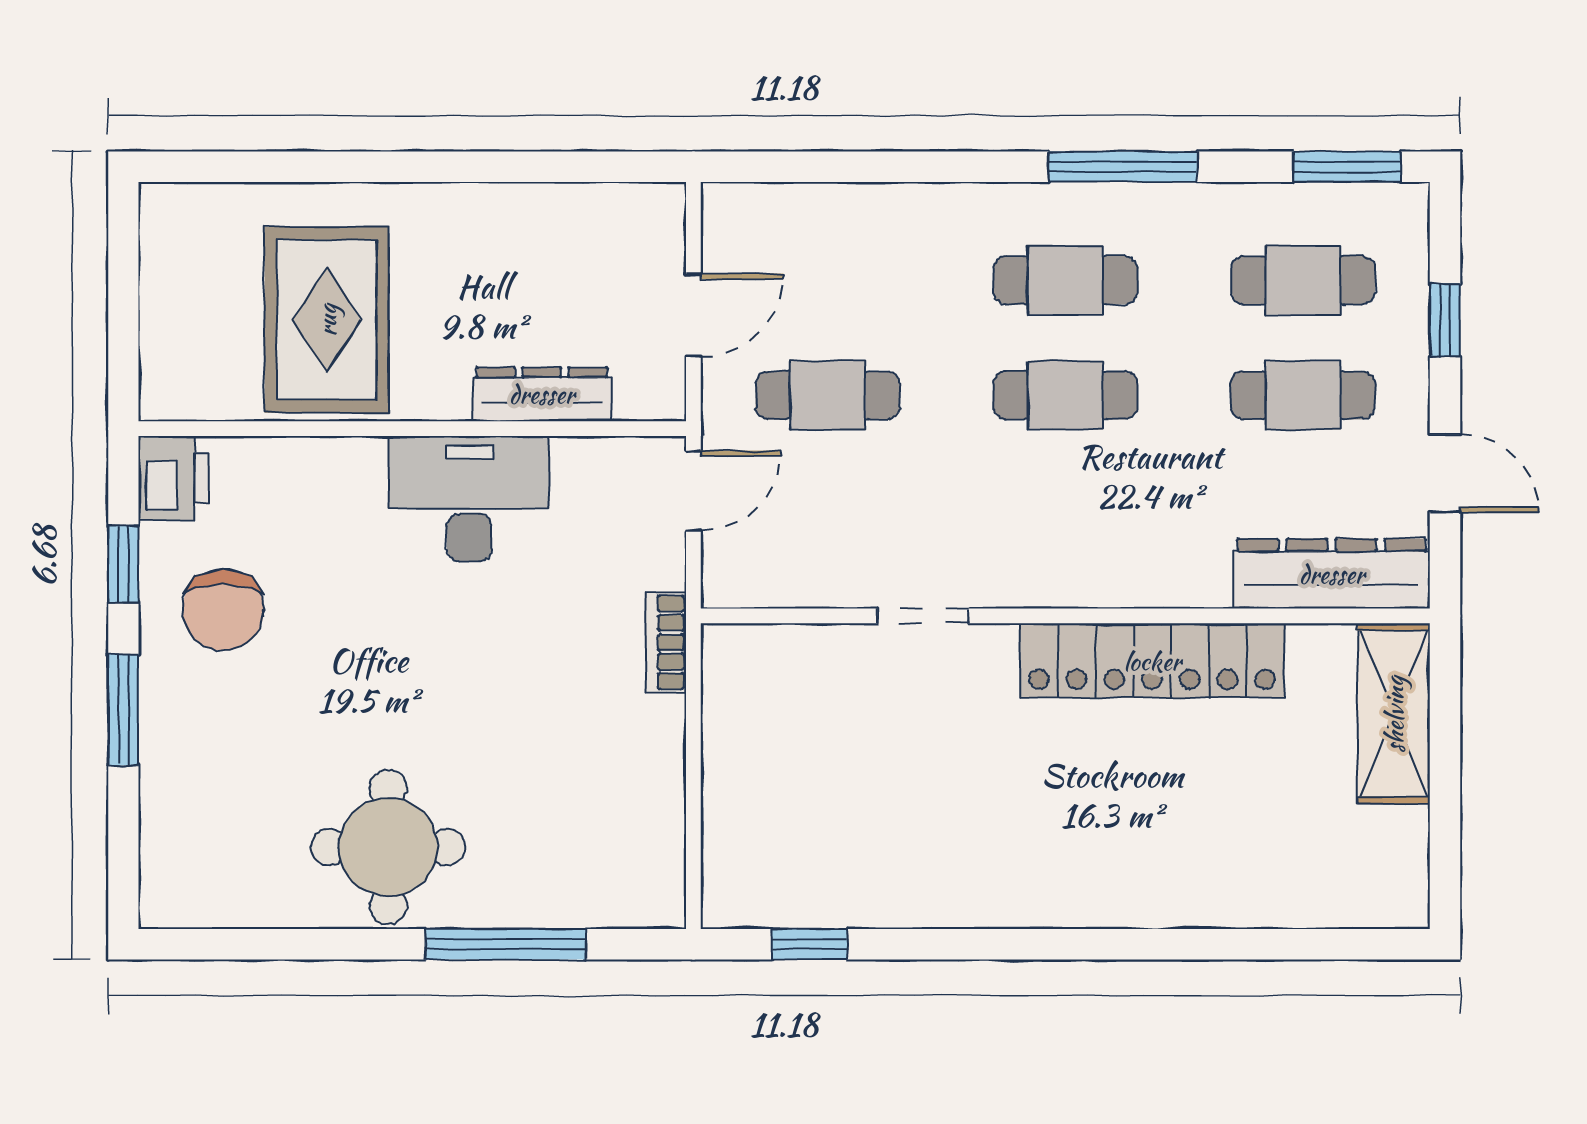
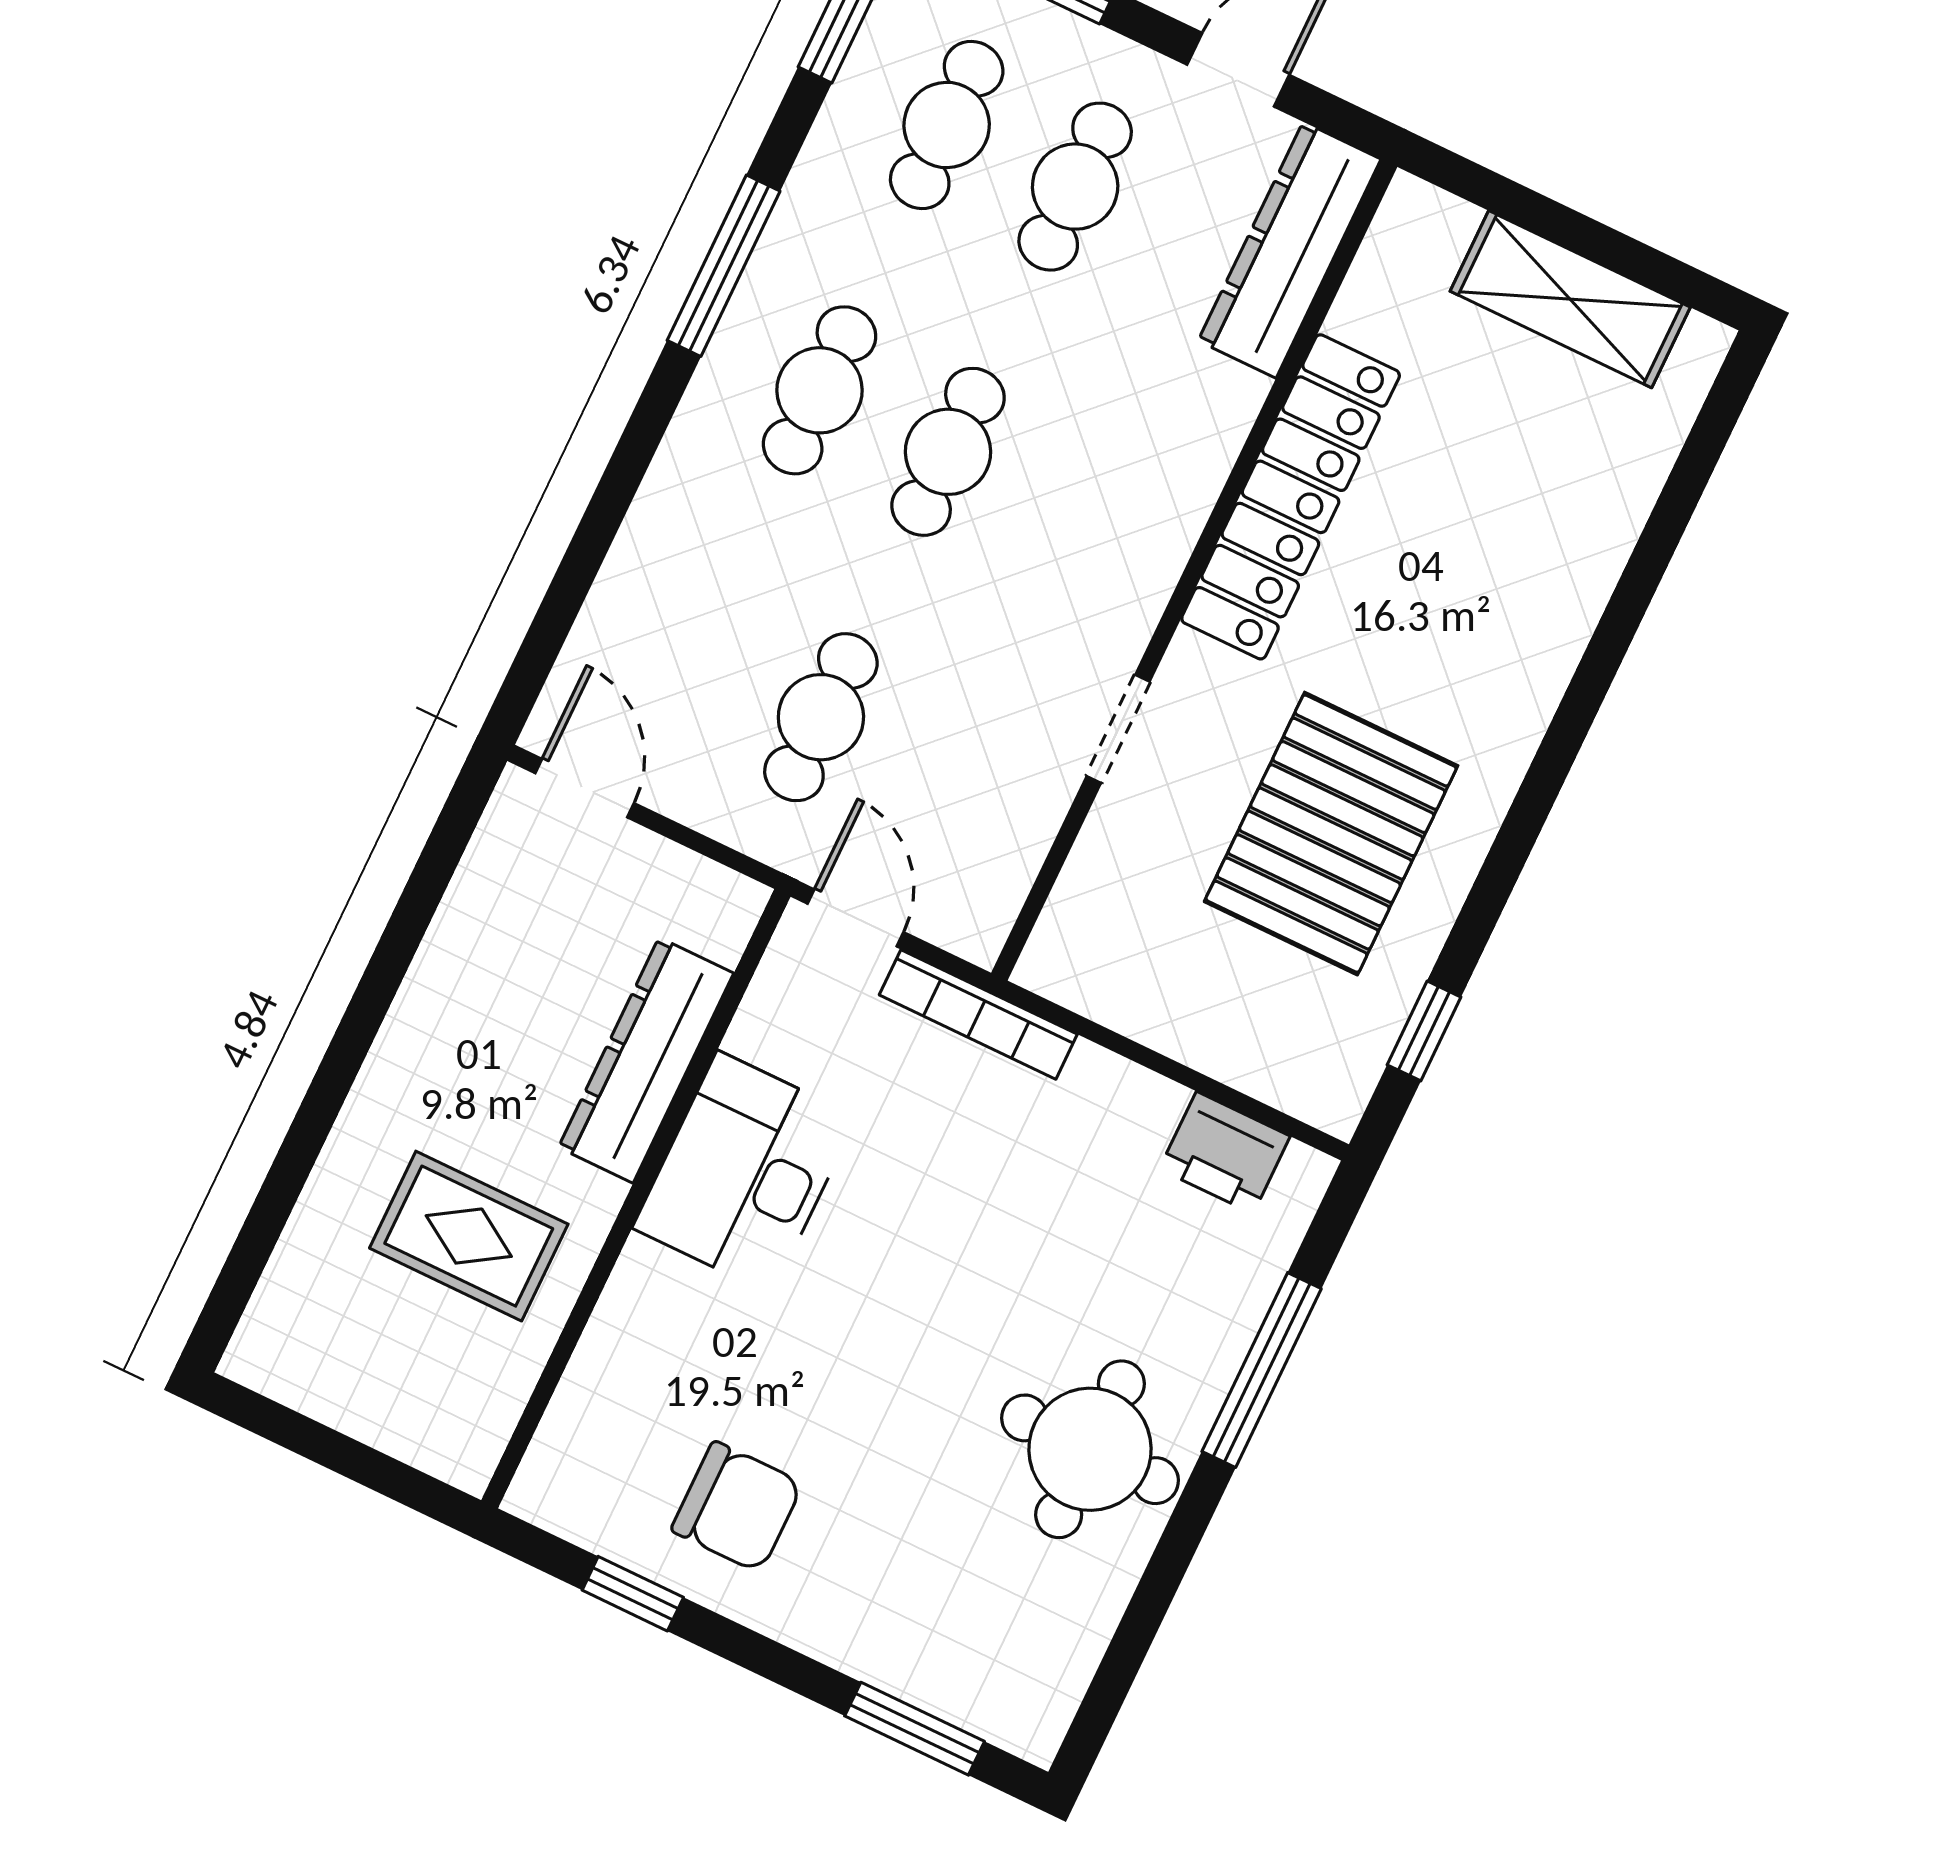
door: (693, 315) -> (585, 788), moved
rug: (327, 320) -> (469, 1236), width x0.73, depth x0.70
dresser: (542, 394) -> (646, 1060), width x1.37, depth x1.24
printer: (173, 478) -> (1225, 1153), moved, turned 180
bookcase: (666, 642) -> (978, 1014), width x1.56
window: (123, 710) -> (915, 1729), moved
shelving: (1394, 714) -> (1570, 299), moved
pallet: (921, 808) -> (1331, 834), added

